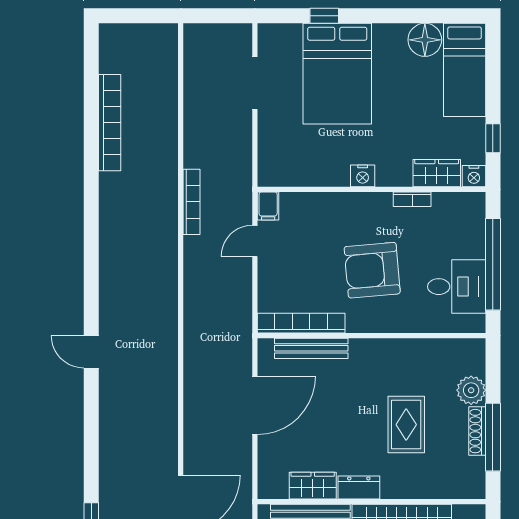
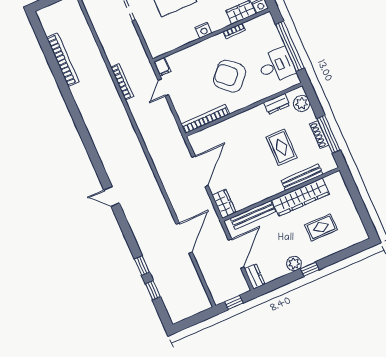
armchair: (372, 270) -> (230, 76), turned 47
bench: (311, 348) -> (302, 177), moved
door: (91, 352) -> (112, 197), moved
plant: (471, 390) -> (302, 103), moved
wardrobe: (313, 486) -> (224, 204), moved, turned 90
dresser: (359, 488) -> (277, 104), moved, turned 180

